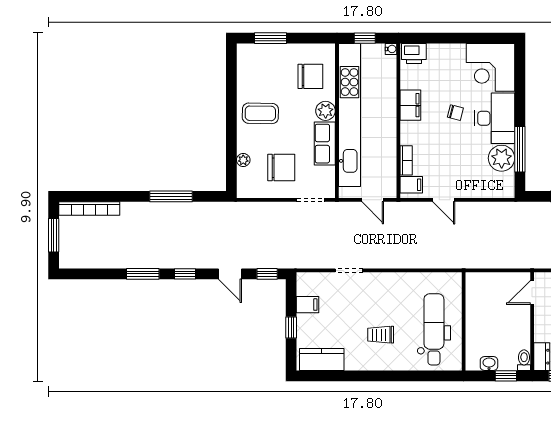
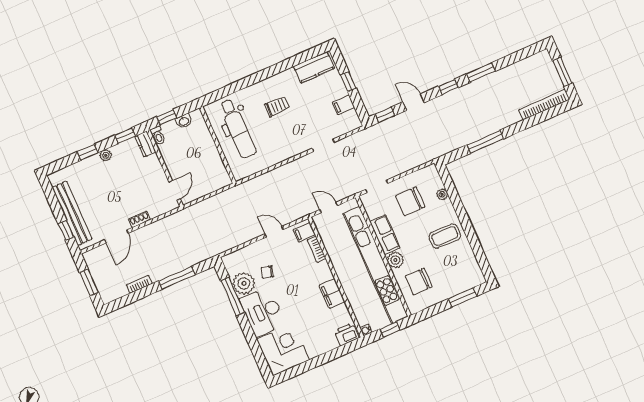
chair: (455, 113) -> (267, 272), moved

